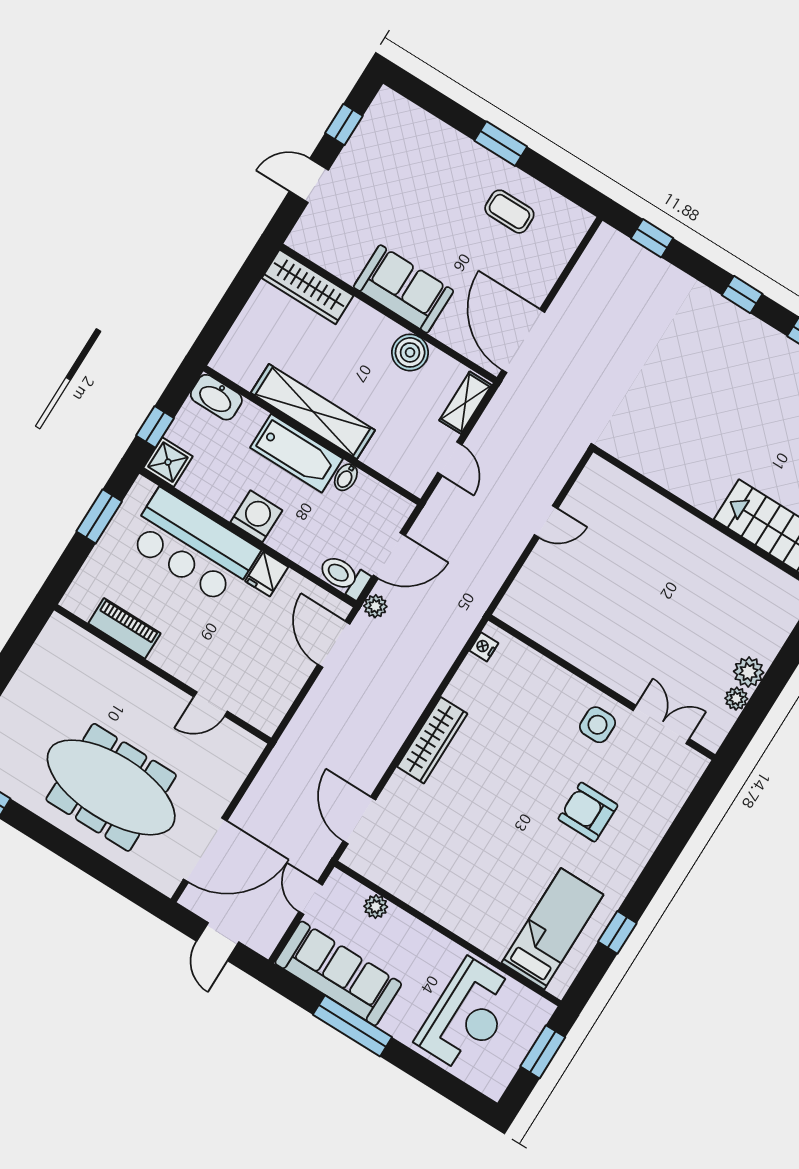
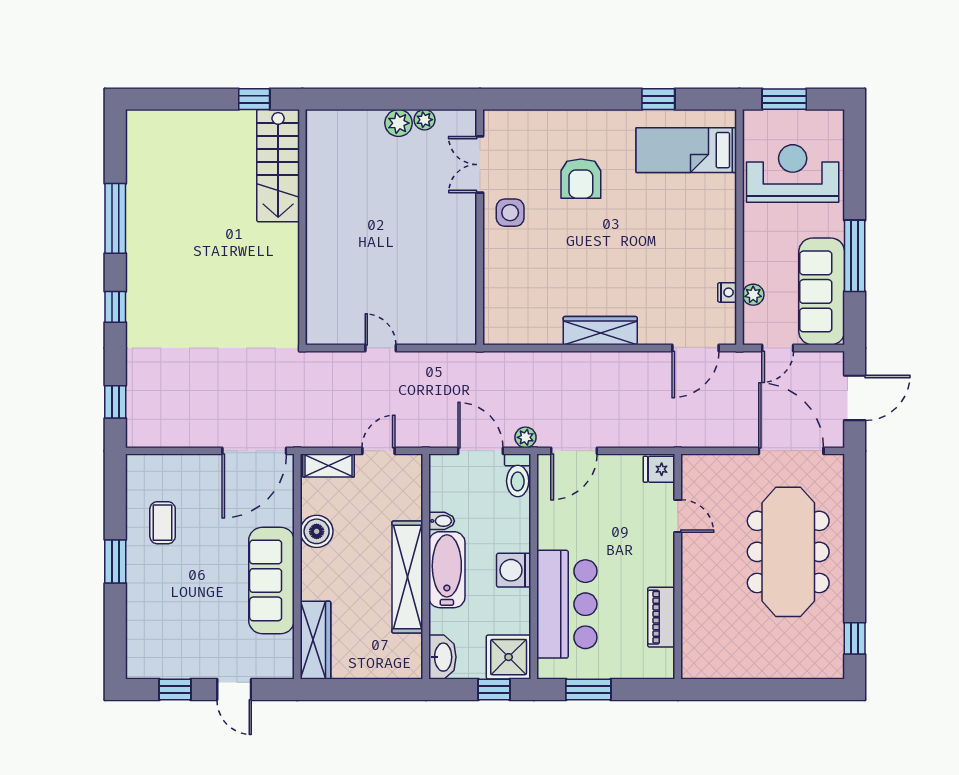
sofa: (404, 289) -> (271, 580), width x1.36
shower: (168, 462) -> (509, 657), width x1.36, depth x1.36
fridge: (267, 574) -> (659, 469), moved, turned 180
nightstand: (484, 647) -> (727, 292), moved, turned -90
door: (218, 942) -> (855, 398), width x1.38

